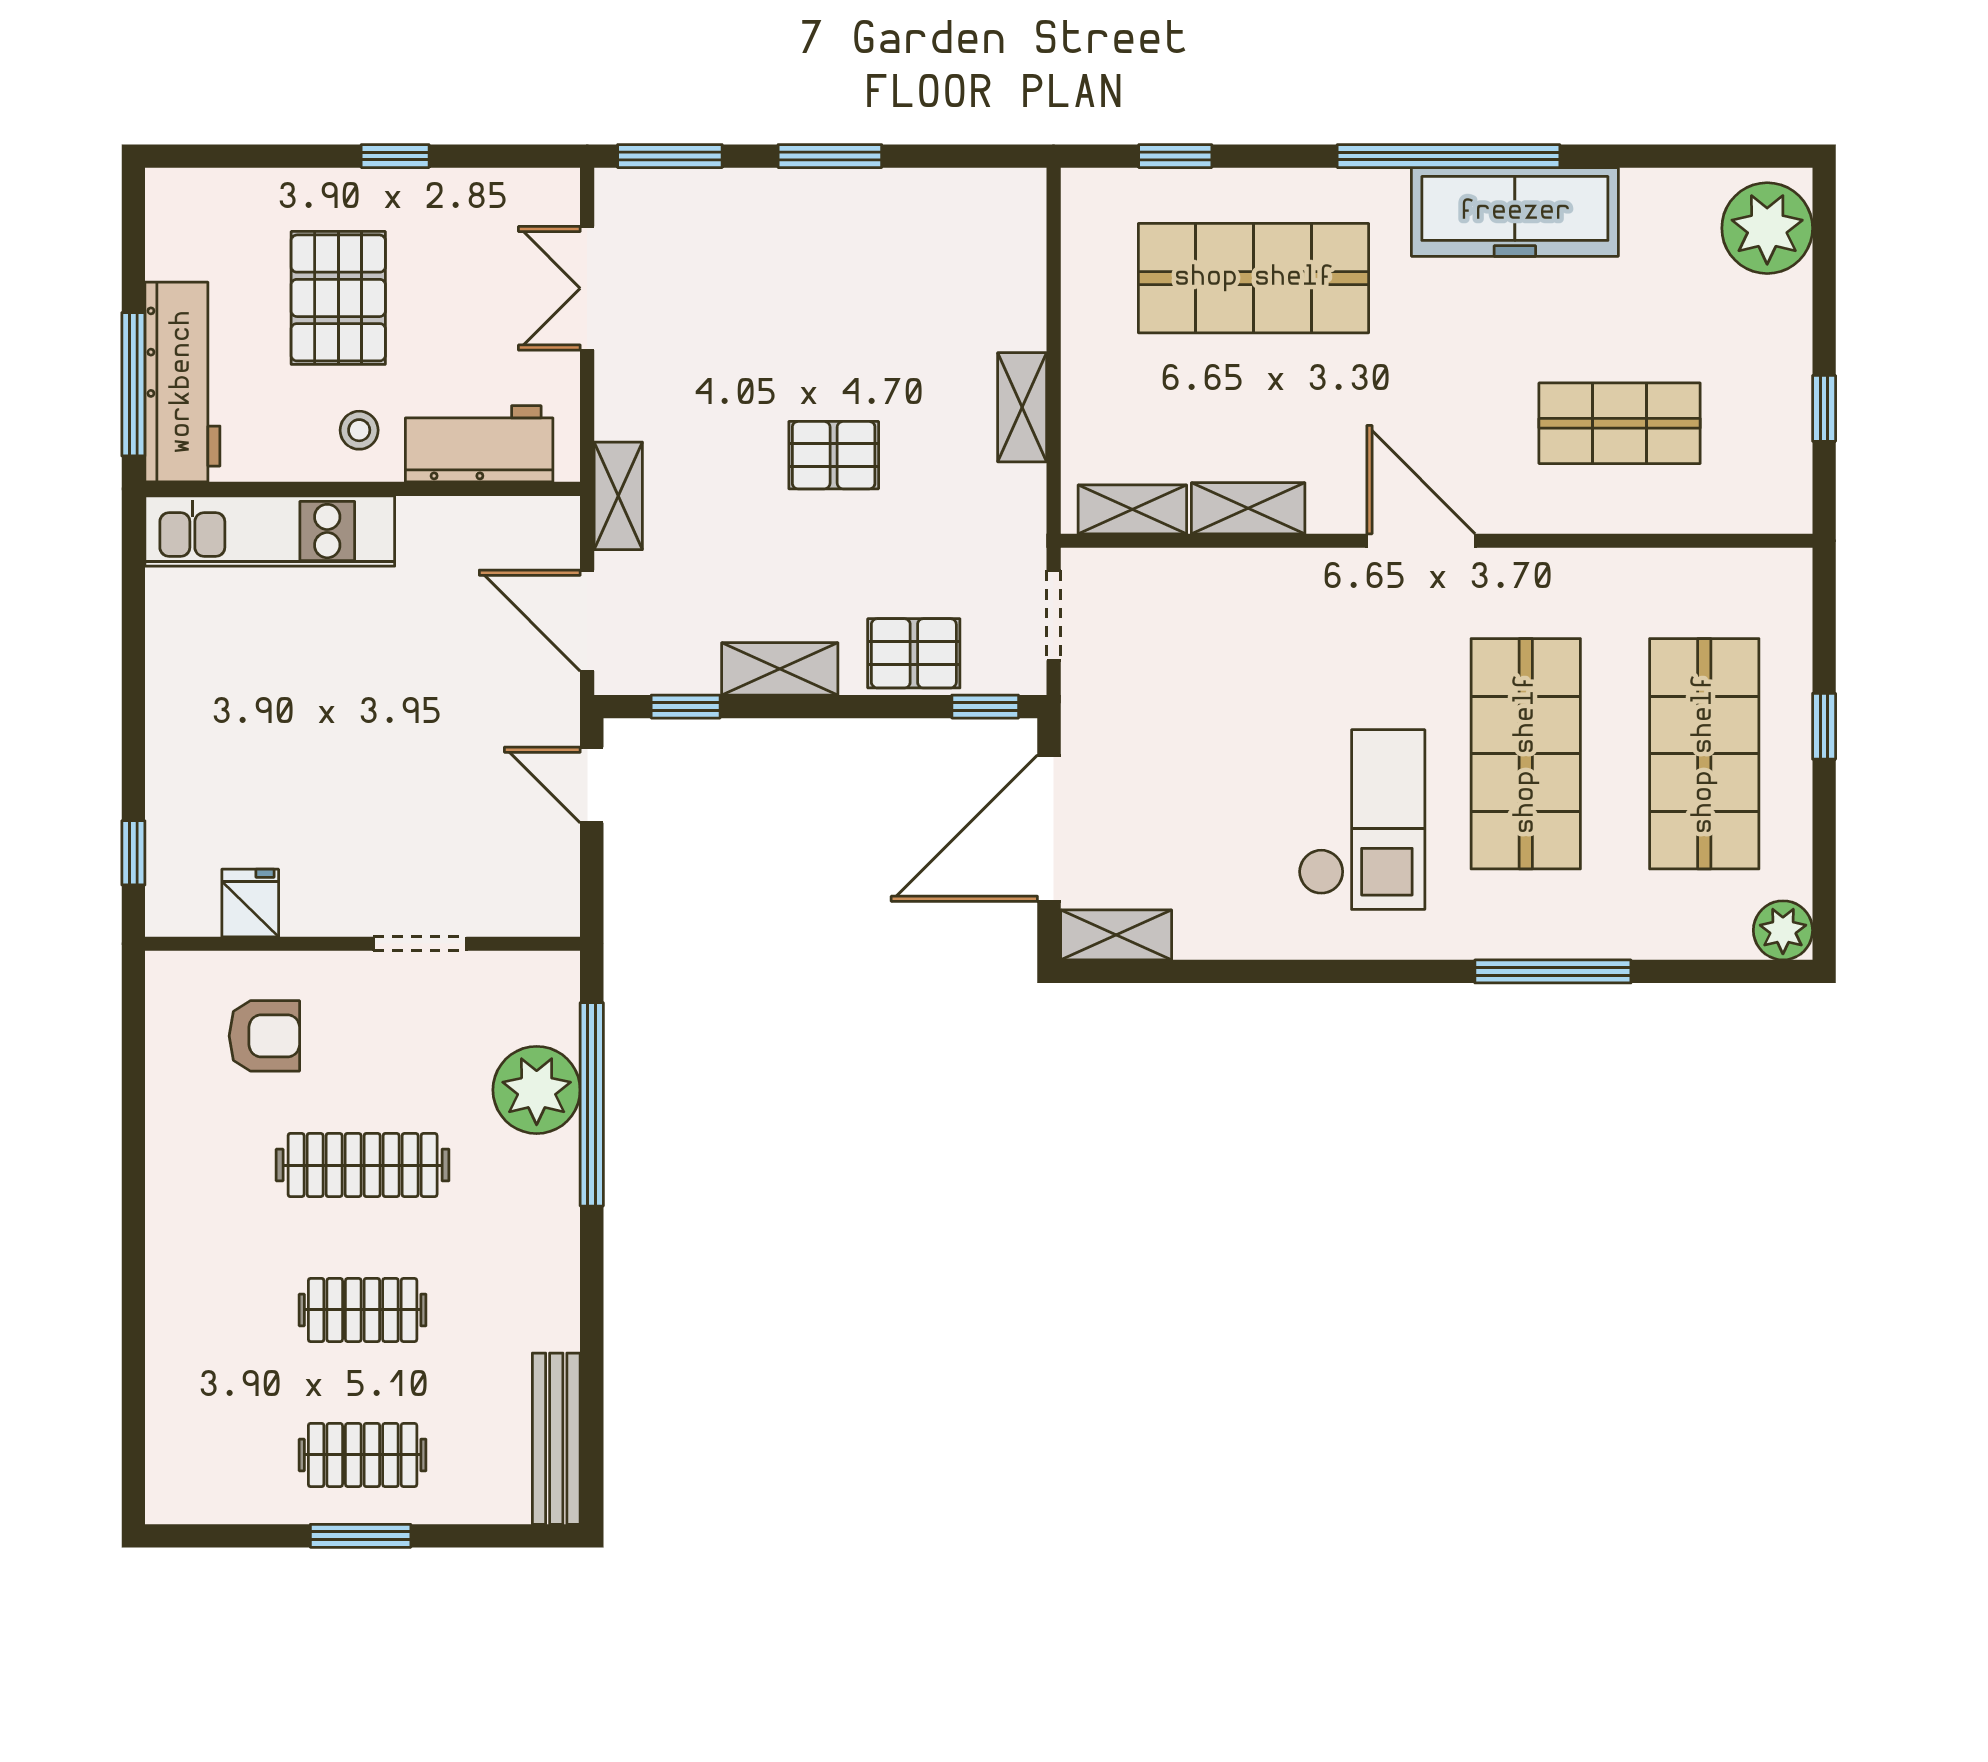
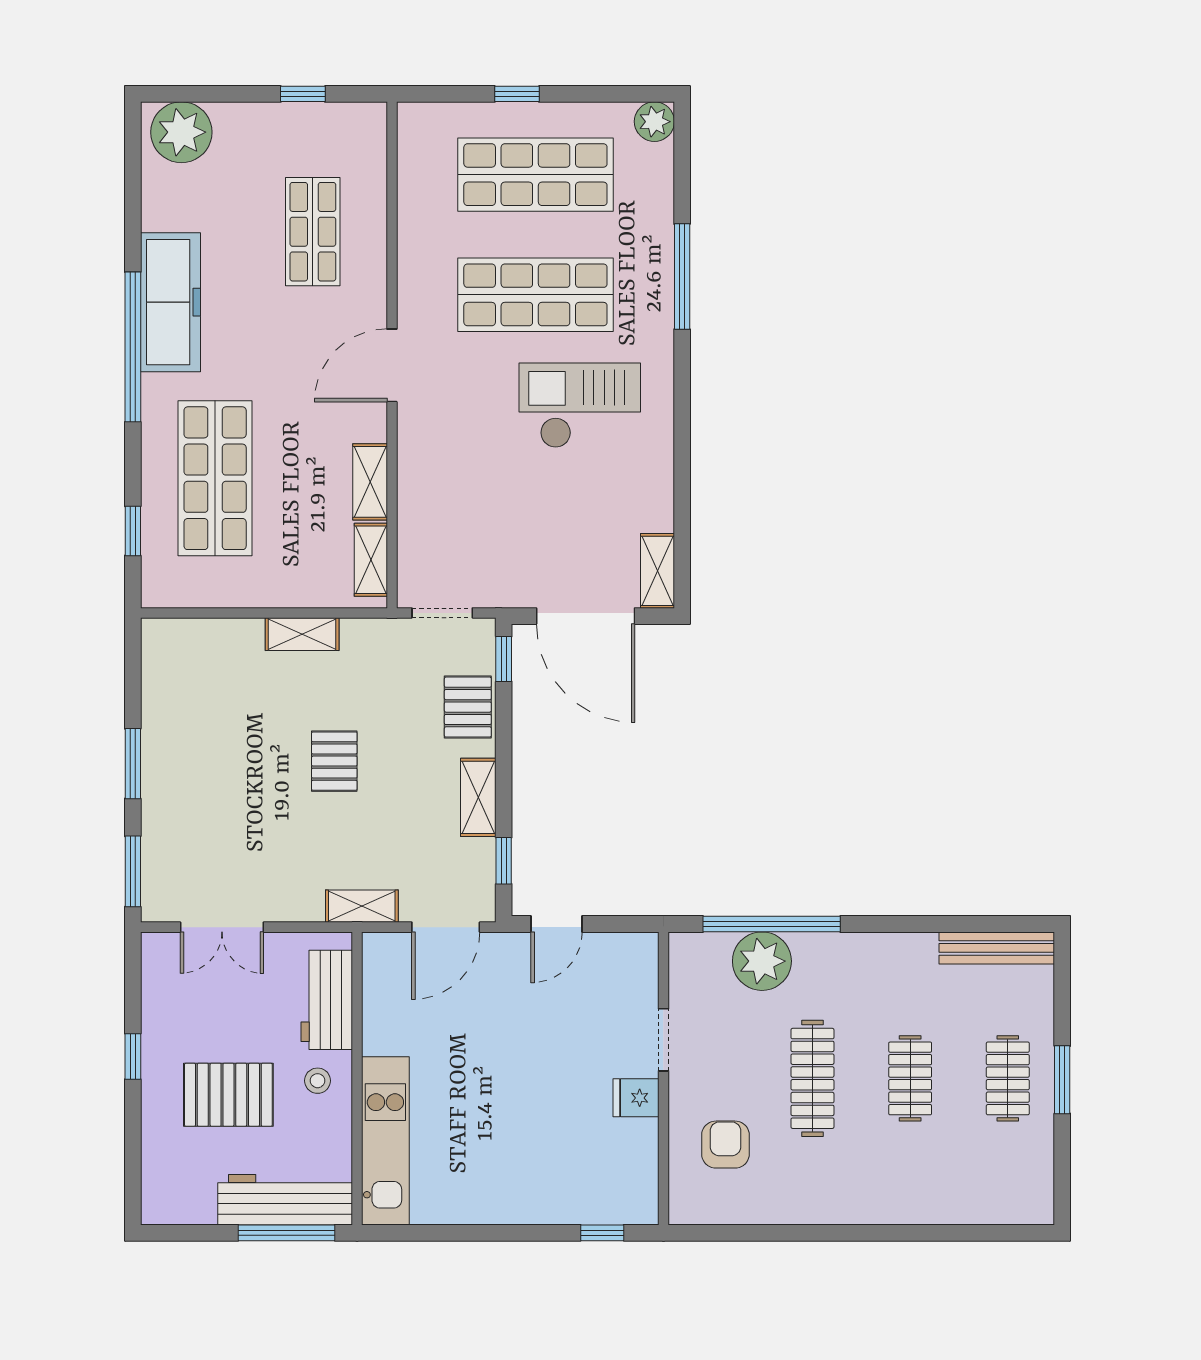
fridge: (250, 903) -> (636, 1098), moved

